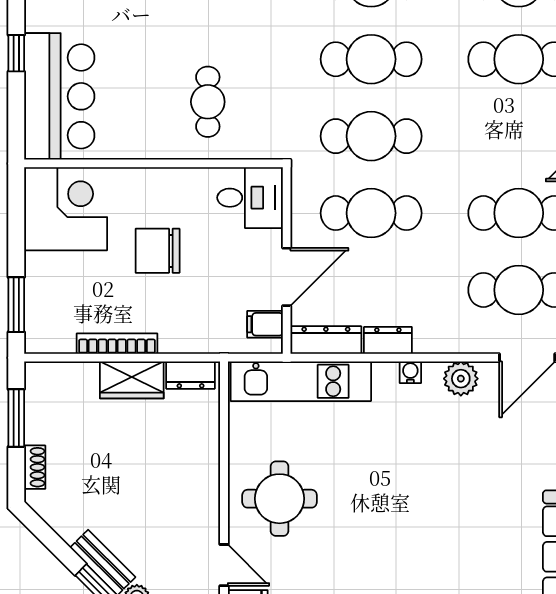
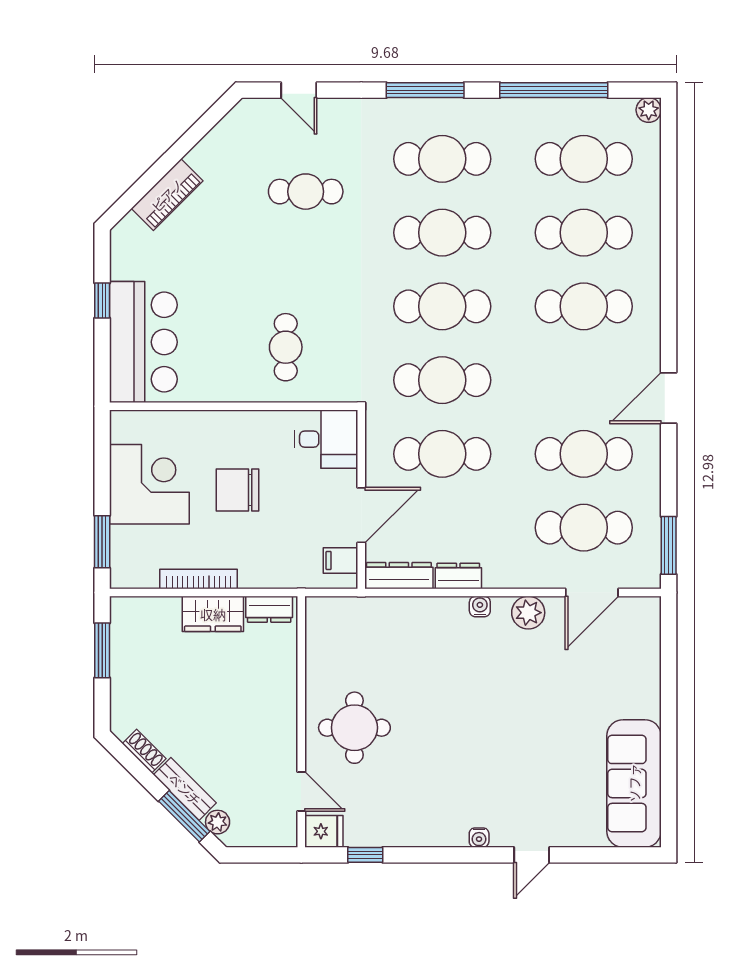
corner desk: (66, 209) -> (149, 484), moved
kitchen unit: (301, 381) -> (375, 615), removed
shoe rack: (35, 467) -> (144, 751), moved, turned -45

